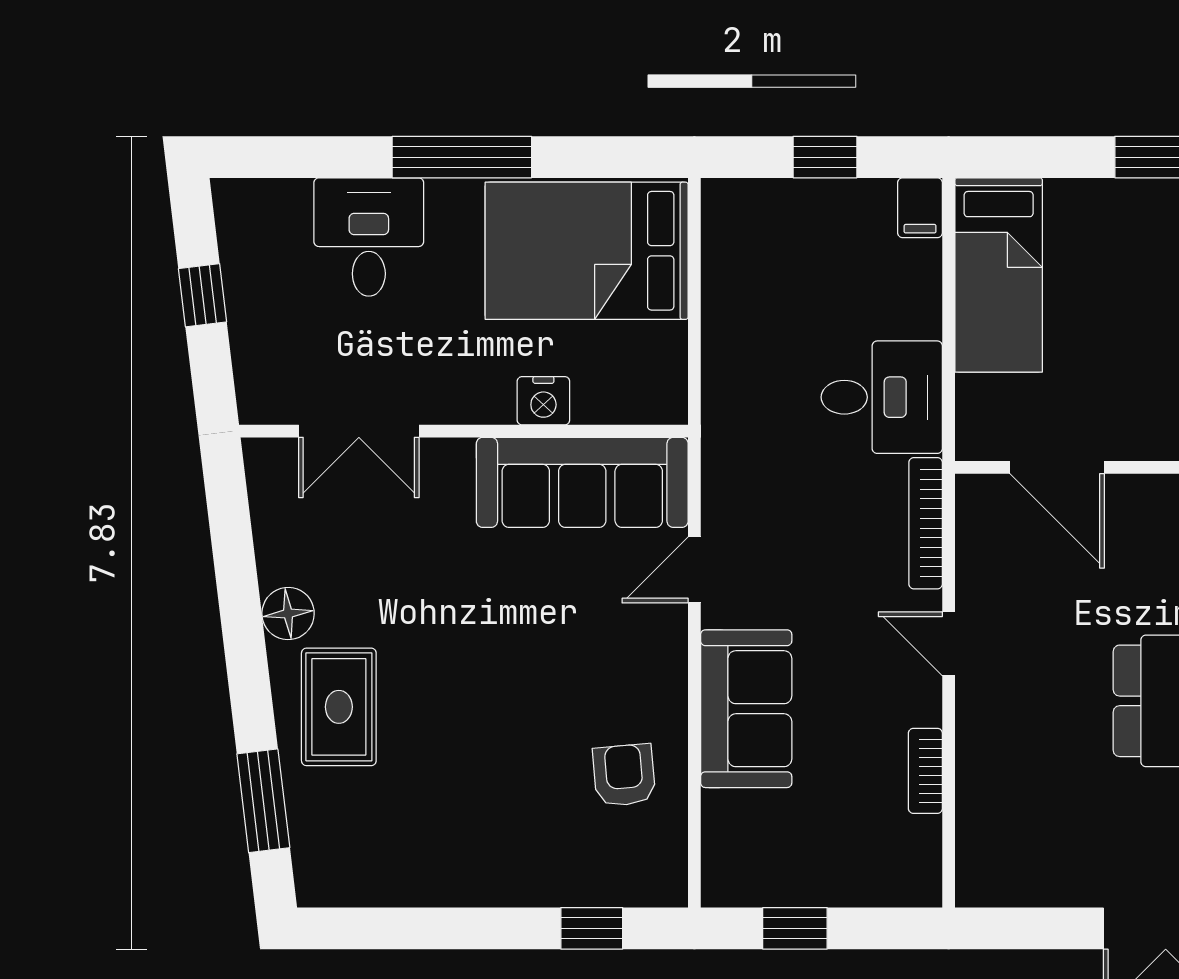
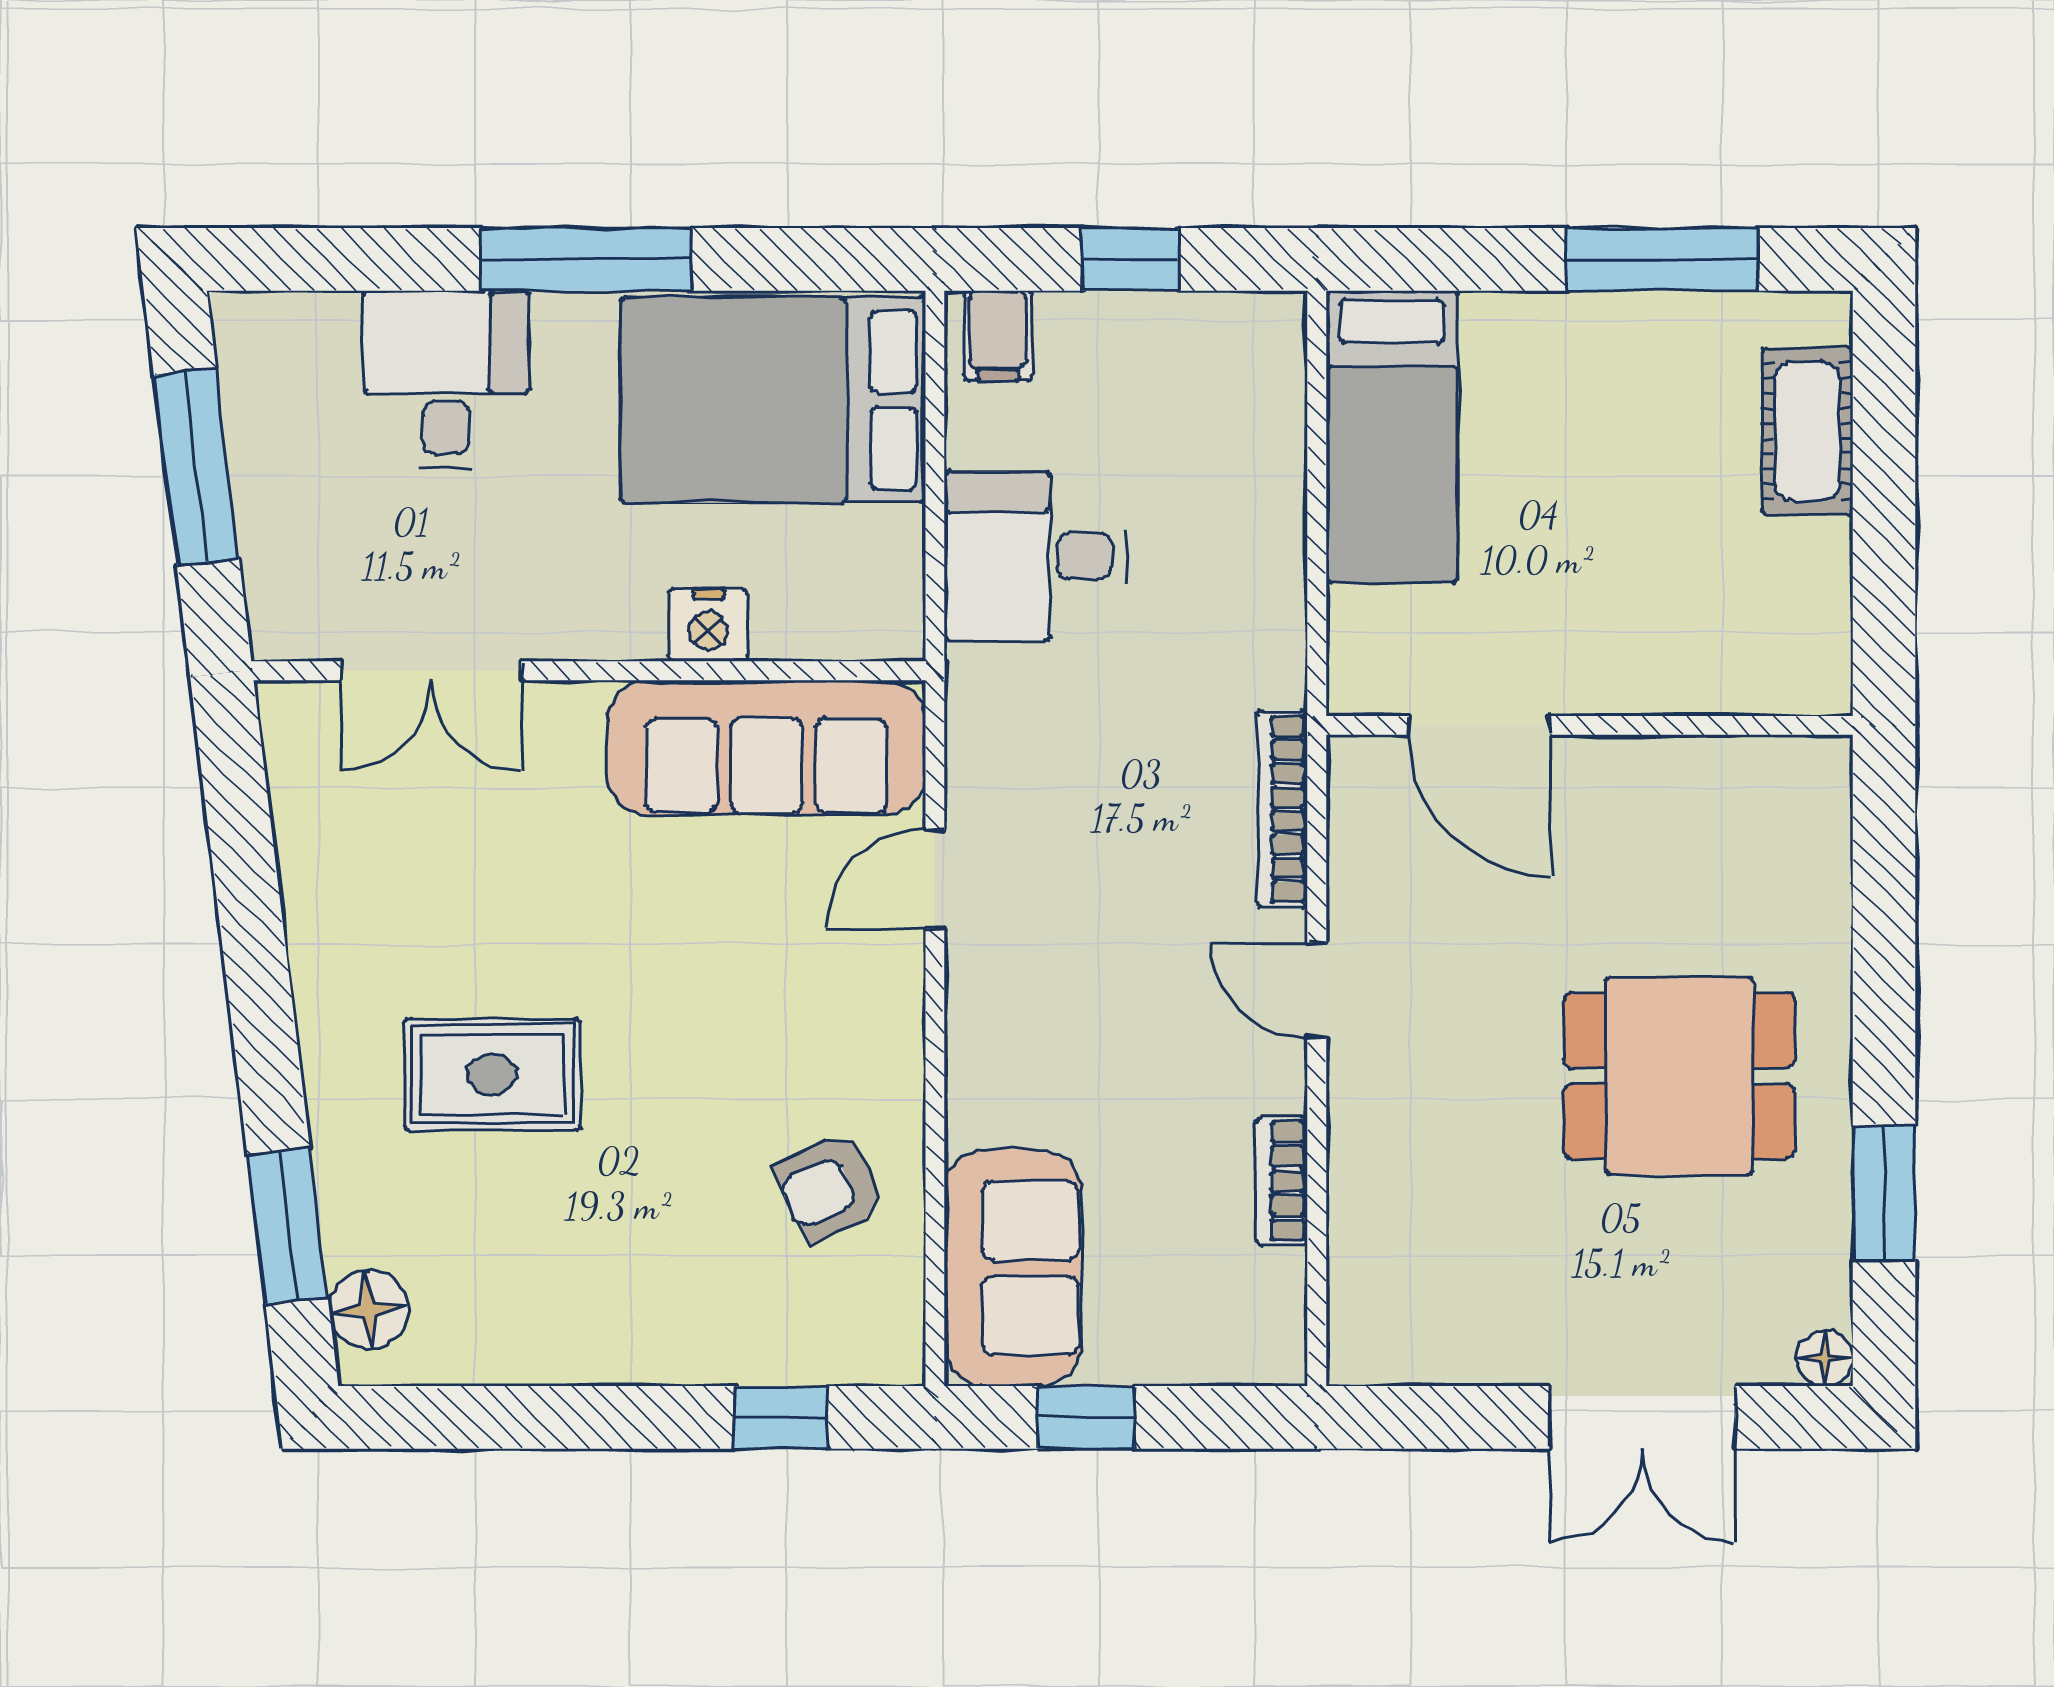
filing cabinet: (920, 208) -> (998, 335), moved
window: (203, 295) -> (196, 467), width x2.17
desk: (882, 397) -> (1035, 556), moved, turned 180
floor lamp: (288, 614) -> (369, 1309), moved
rug: (339, 707) -> (492, 1075), moved, turned 90
sofa: (746, 709) -> (1013, 1268), moved
armchair: (624, 775) -> (829, 1187), turned -111

